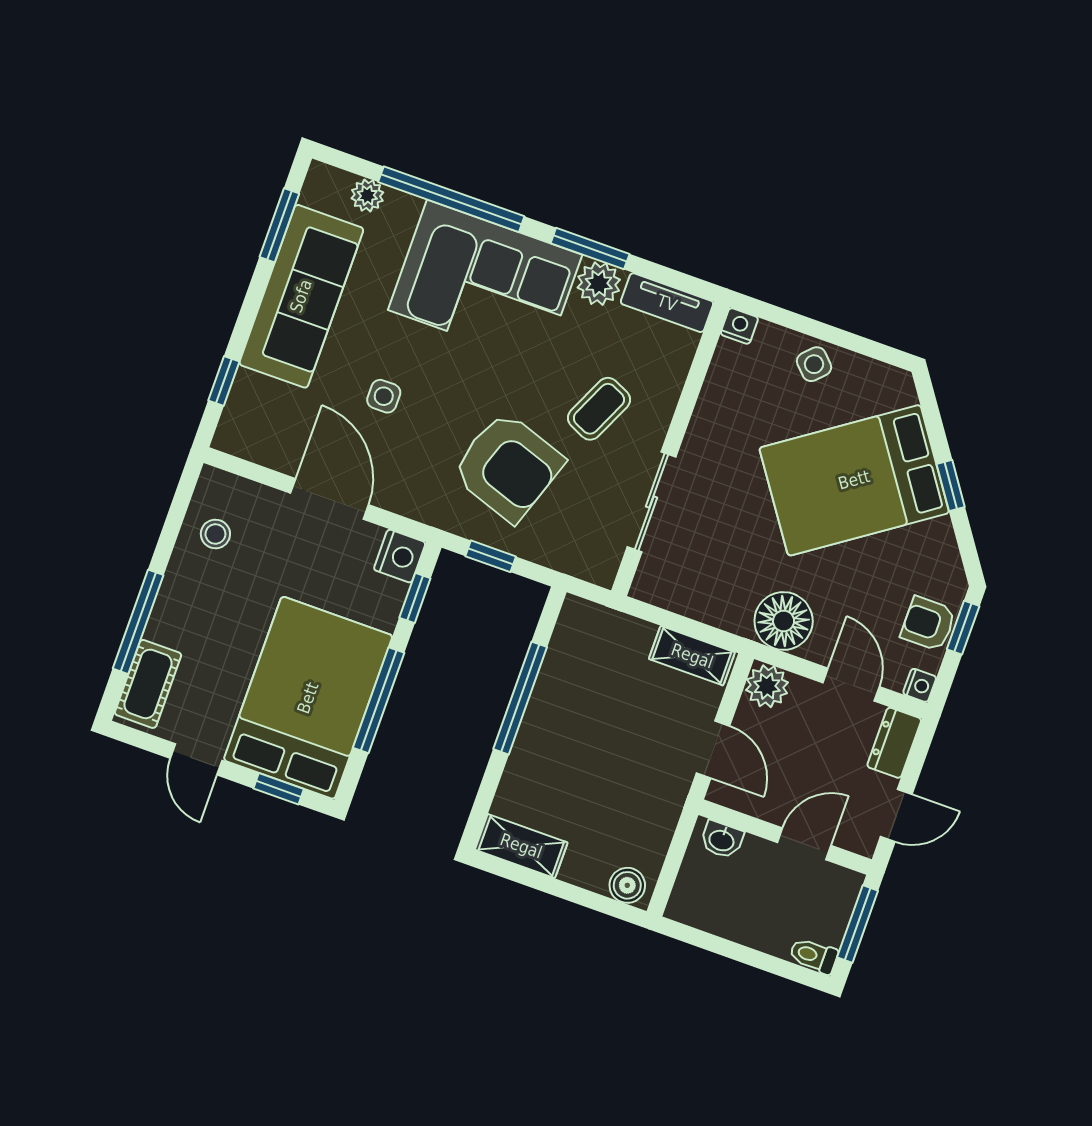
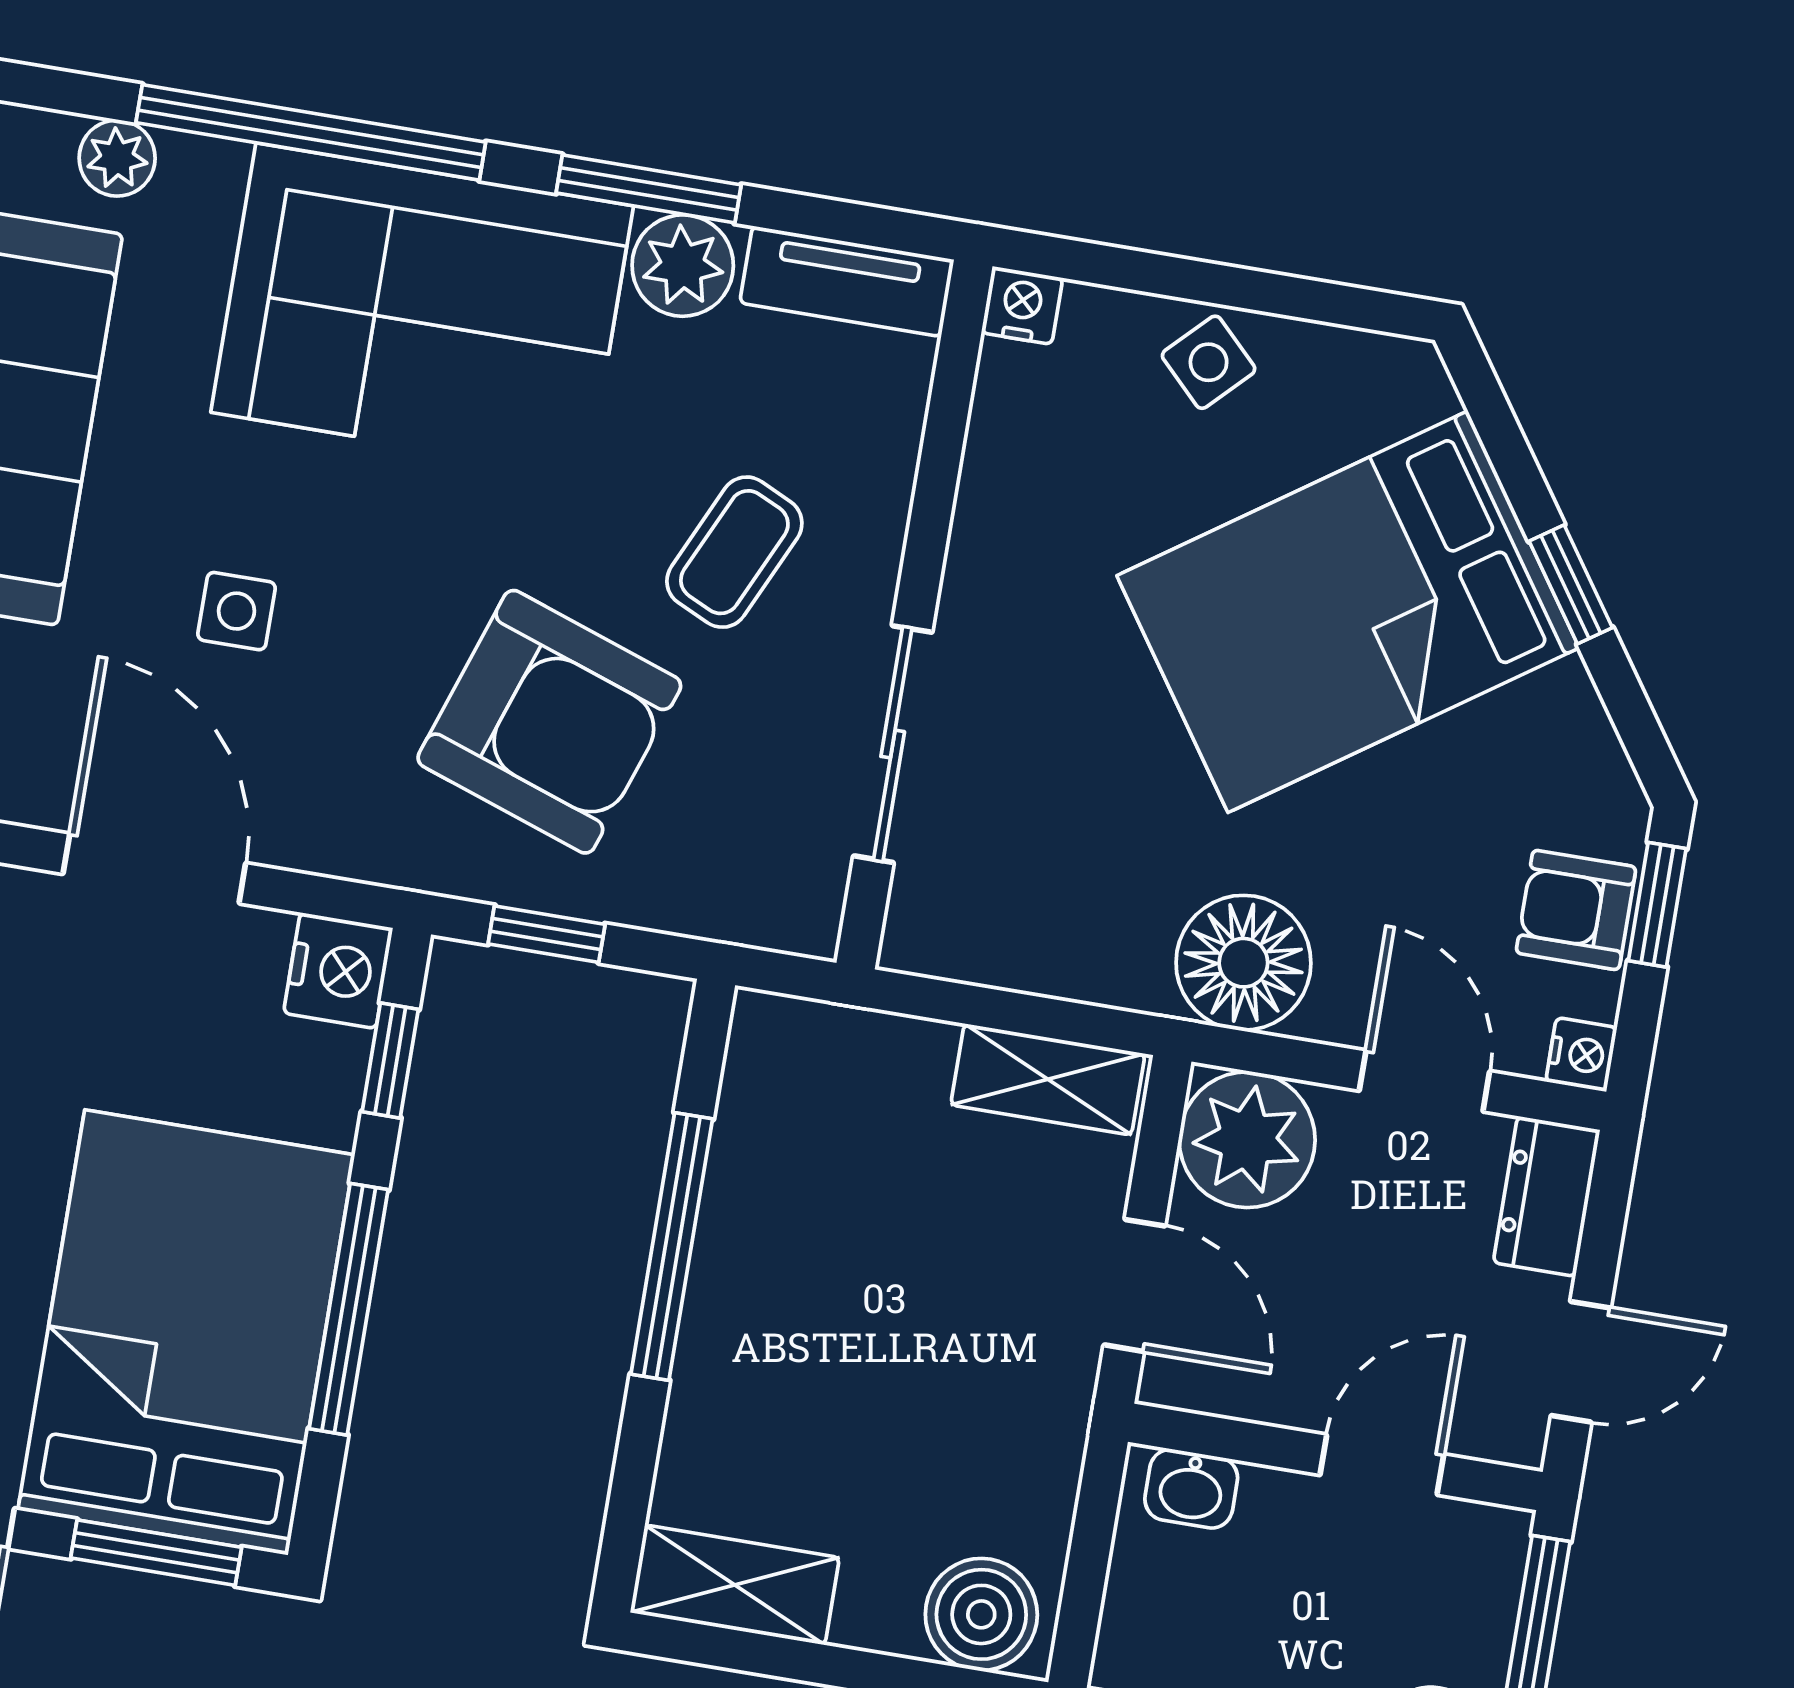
plant: (767, 686) -> (1247, 1140), width x1.36, depth x1.36
window: (279, 789) -> (156, 1553), width x1.50
boiler: (627, 885) -> (981, 1614), width x1.36, depth x1.36

